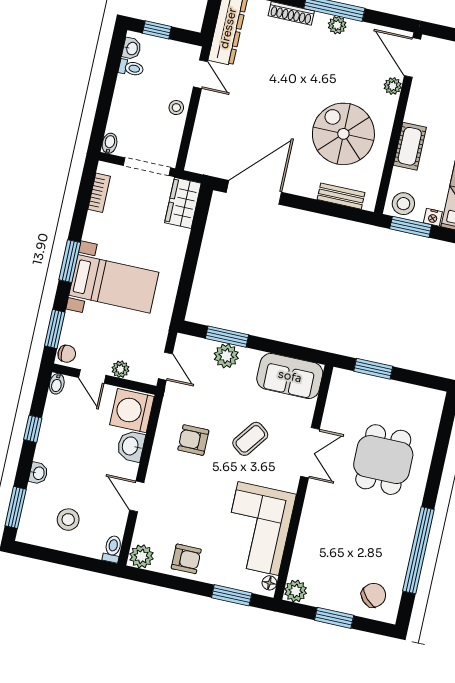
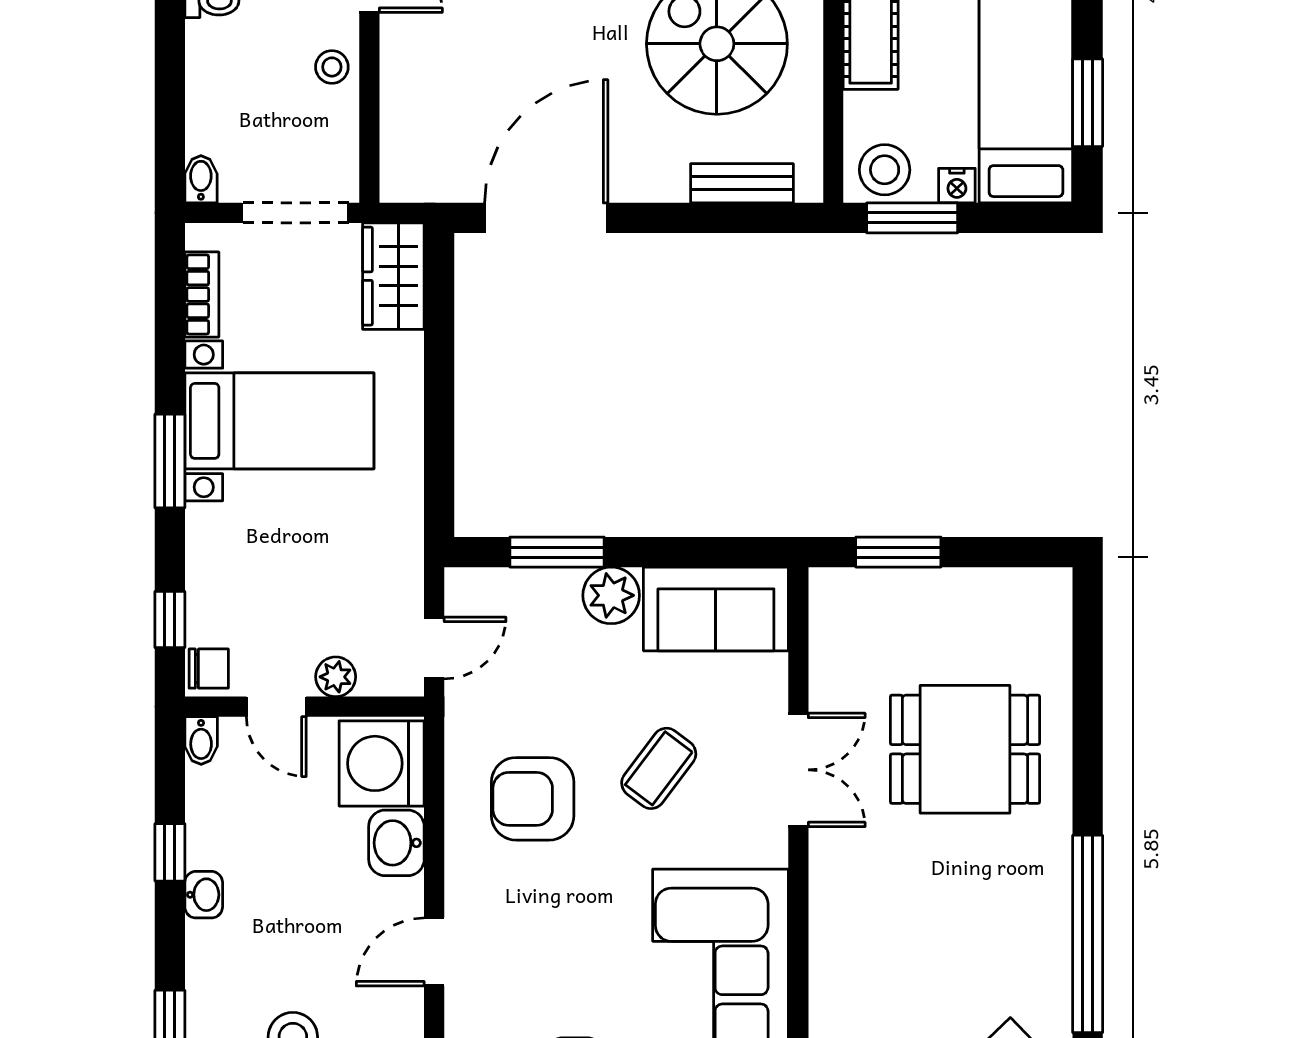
bed with nightstands: (114, 284) -> (279, 421), moved
window: (55, 329) -> (170, 619), width x0.67
plant: (226, 356) -> (611, 595), moved
door: (165, 366) -> (434, 648), hinge flipped
armchair: (193, 440) -> (533, 799), width x1.38, depth x1.38
dining table: (383, 460) -> (965, 749), turned 90
washbasin: (38, 473) -> (204, 895), moved
door: (137, 496) -> (434, 952), hinge flipped

